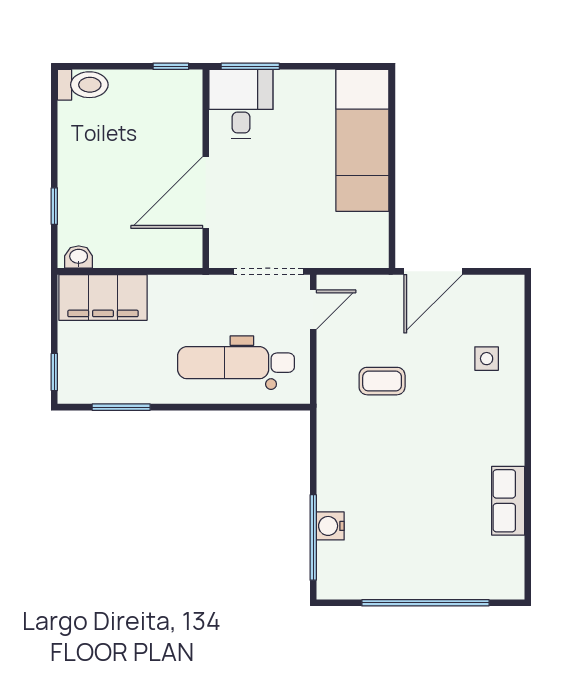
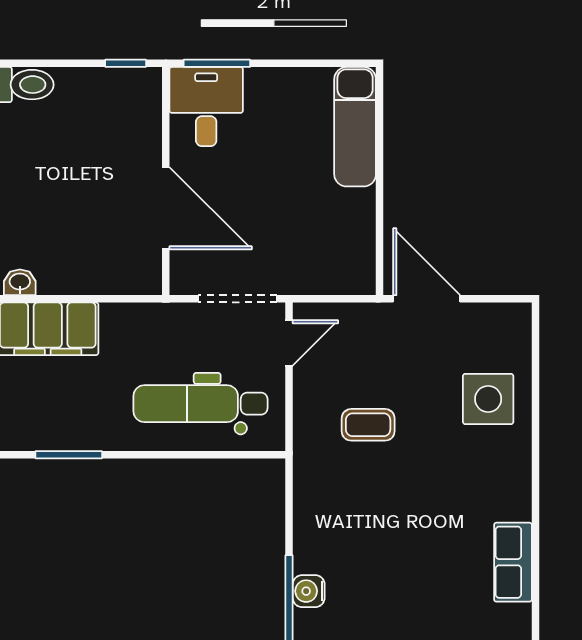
exam couch: (362, 140) -> (355, 127), width x0.73, depth x0.69
door: (206, 192) -> (166, 208), swing flipped
door: (433, 271) -> (427, 299), swing flipped
side table: (487, 359) -> (488, 399), width x1.87, depth x1.87

